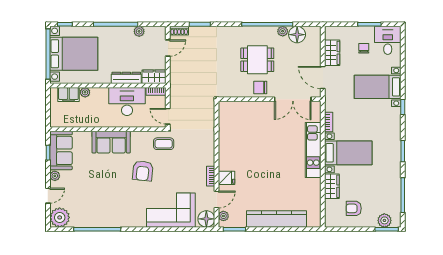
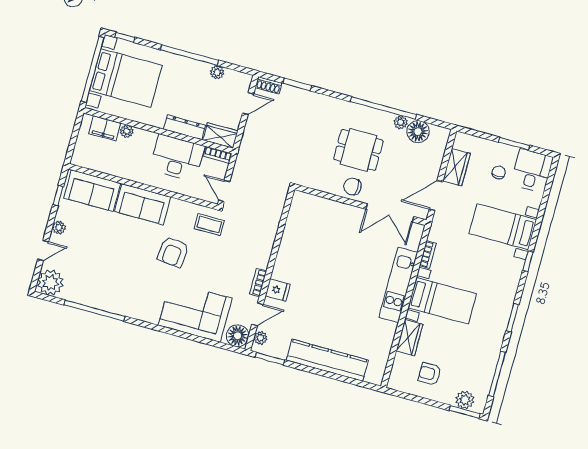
door: (323, 77) -> (436, 196), hinge flipped
sofa: (61, 150) -> (92, 191), moved, turned 90

